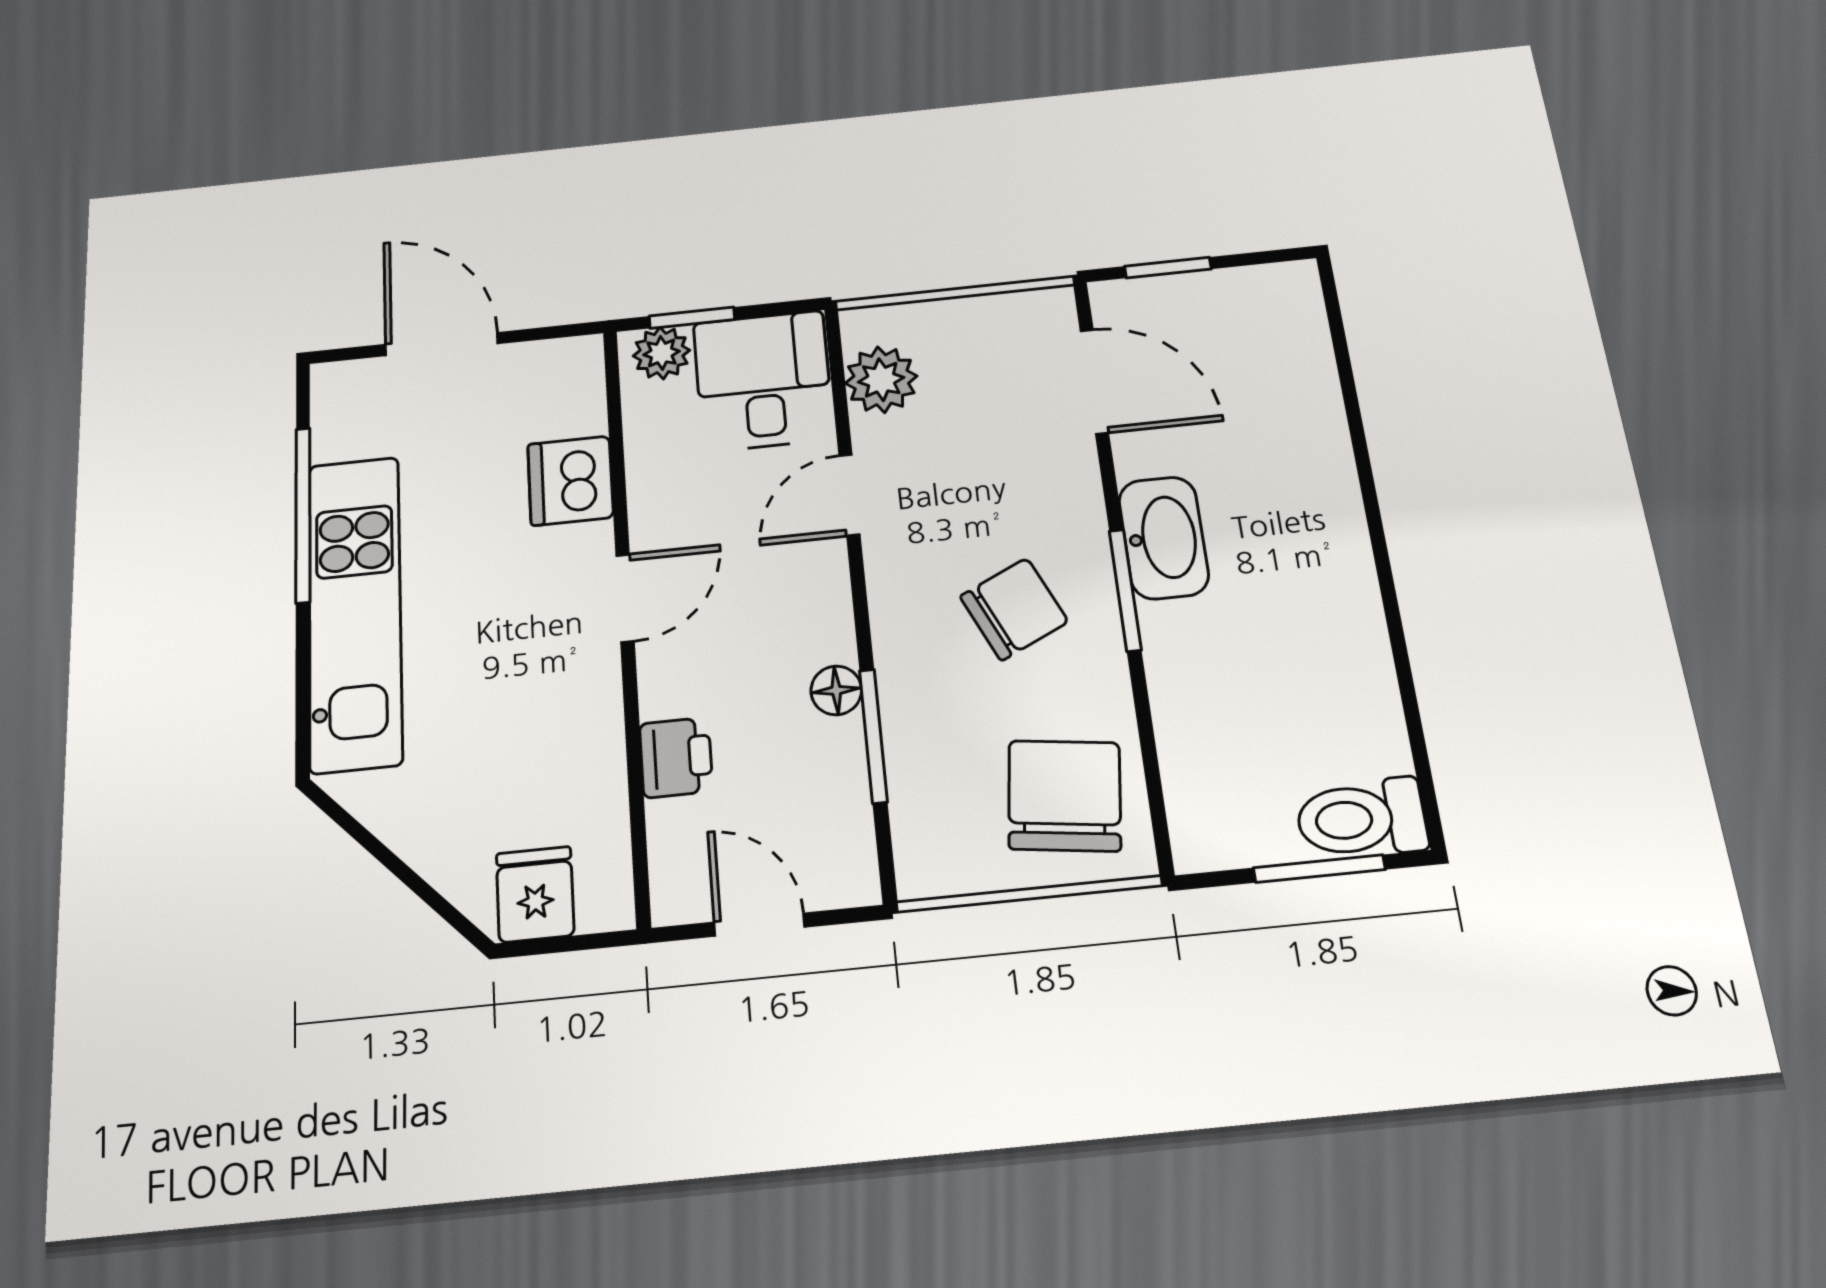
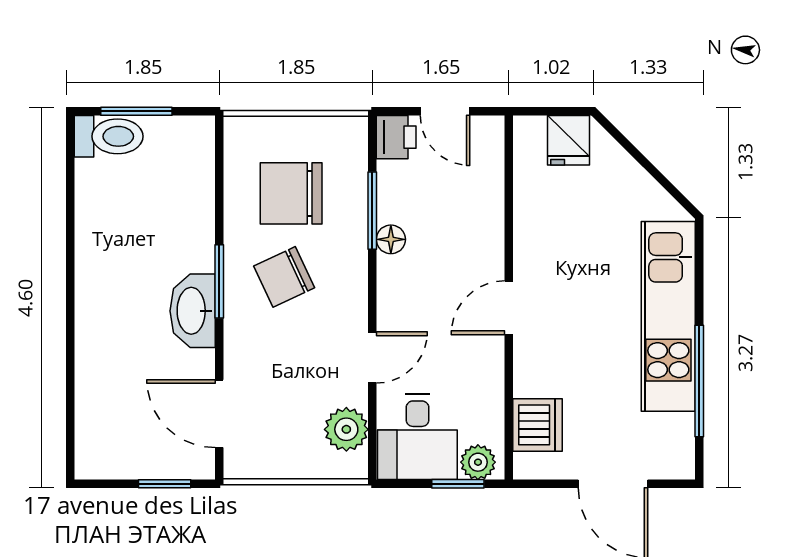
dishwasher: (570, 481) -> (538, 425), moved
printer: (676, 758) -> (396, 137), moved, turned 180
chair: (1064, 796) -> (291, 193), moved, turned 83

